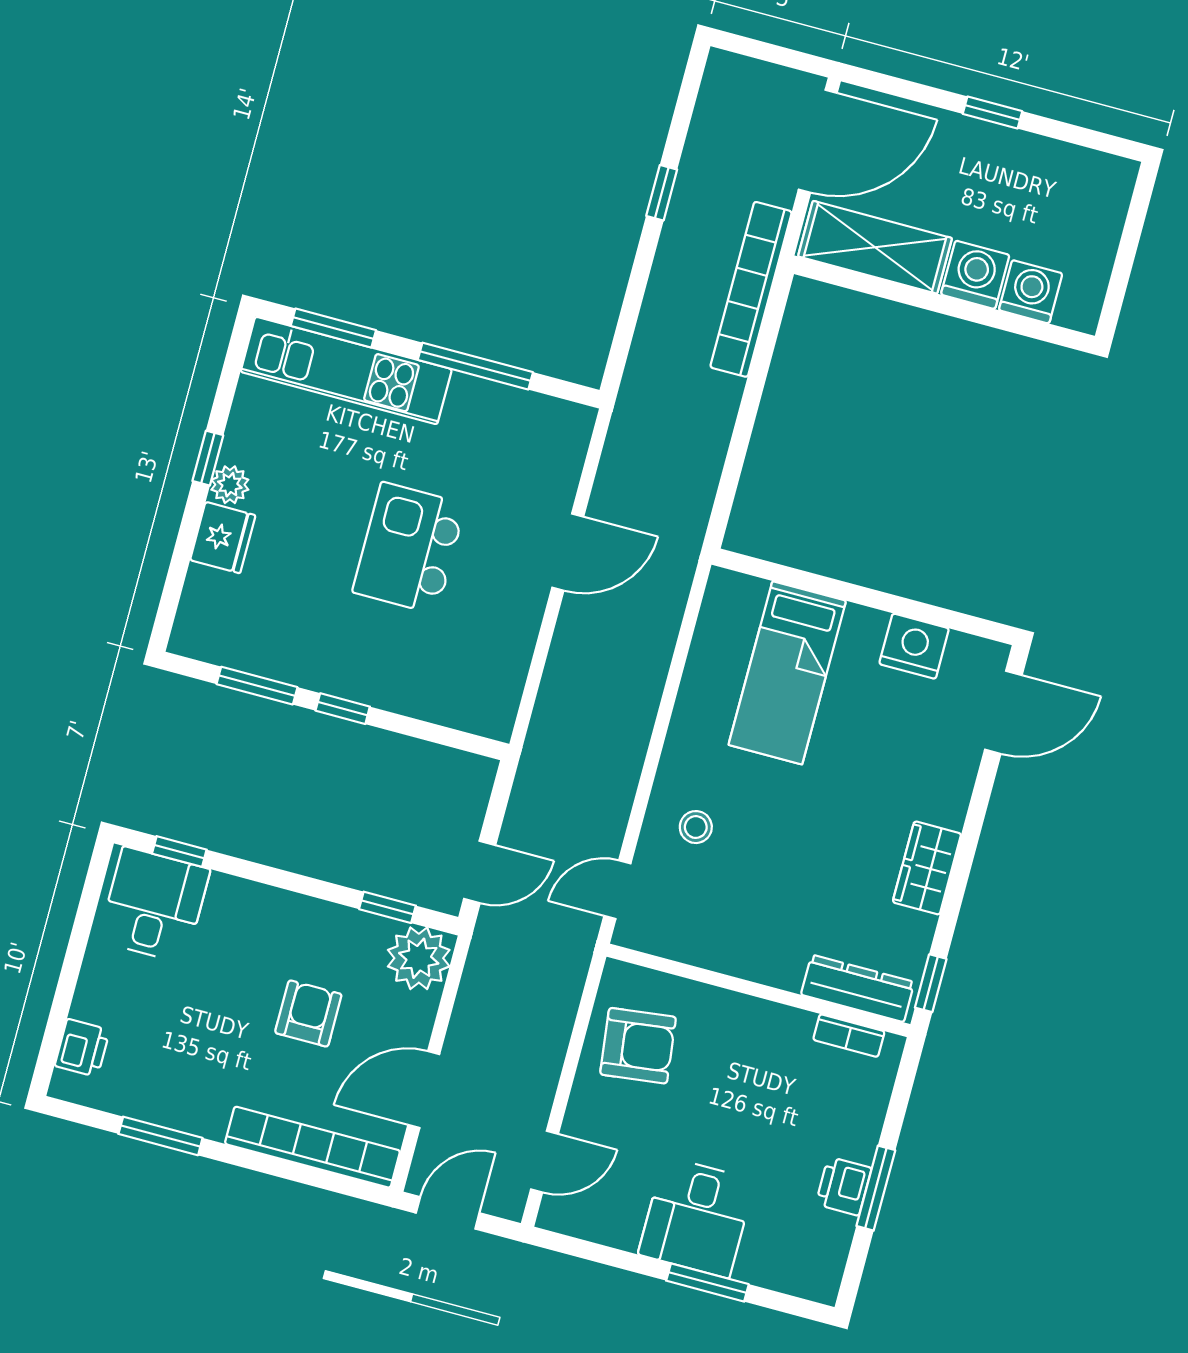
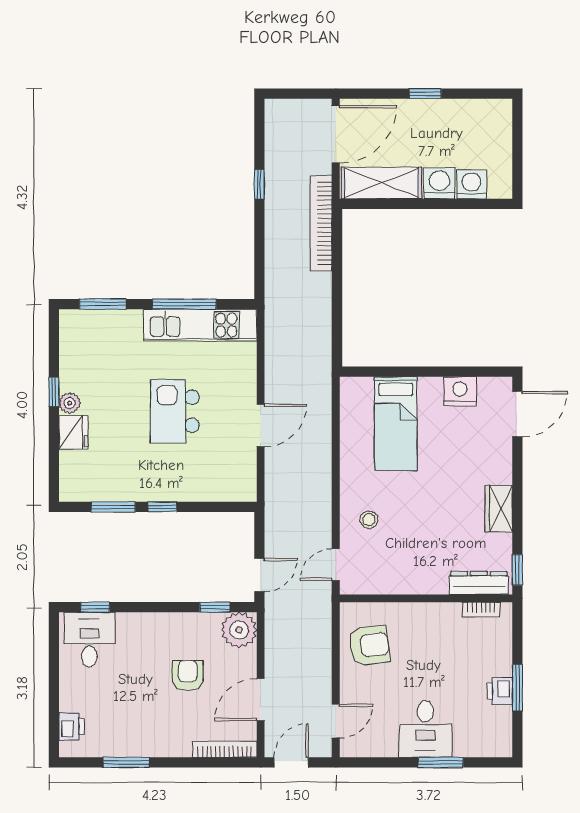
kitchen unit: (346, 371) -> (200, 325), moved
door: (568, 552) -> (261, 425), moved
bookcase: (312, 1147) -> (225, 749), width x0.68, depth x0.76

